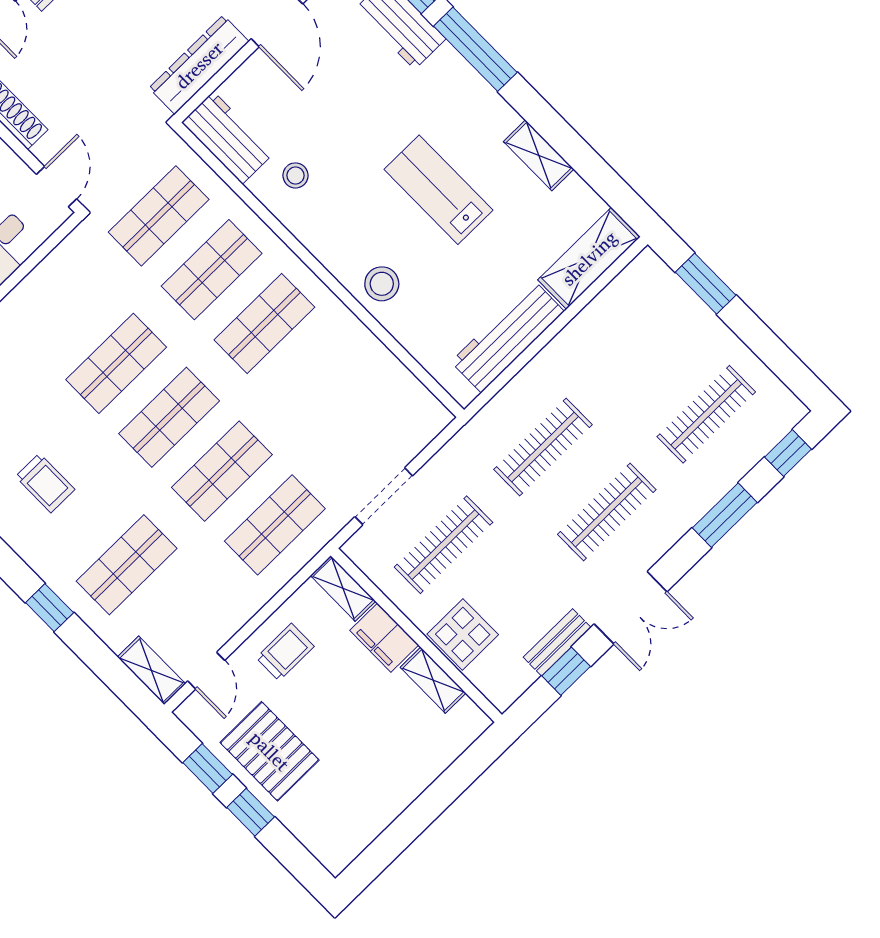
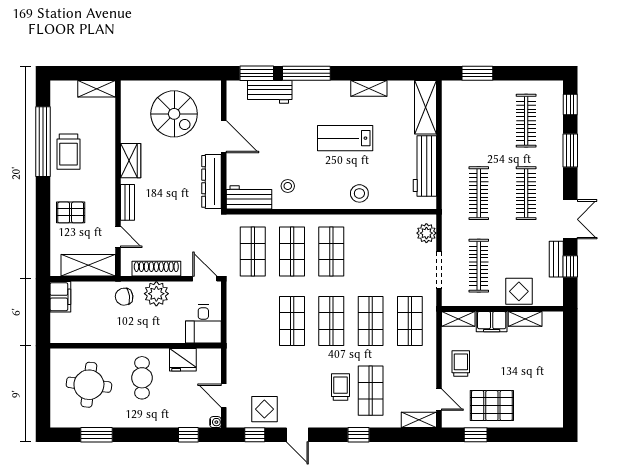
plant: (418, 429) -> (426, 233), added
trolley: (45, 483) -> (340, 387), moved, turned -90
window: (251, 812) -> (508, 435), removed

